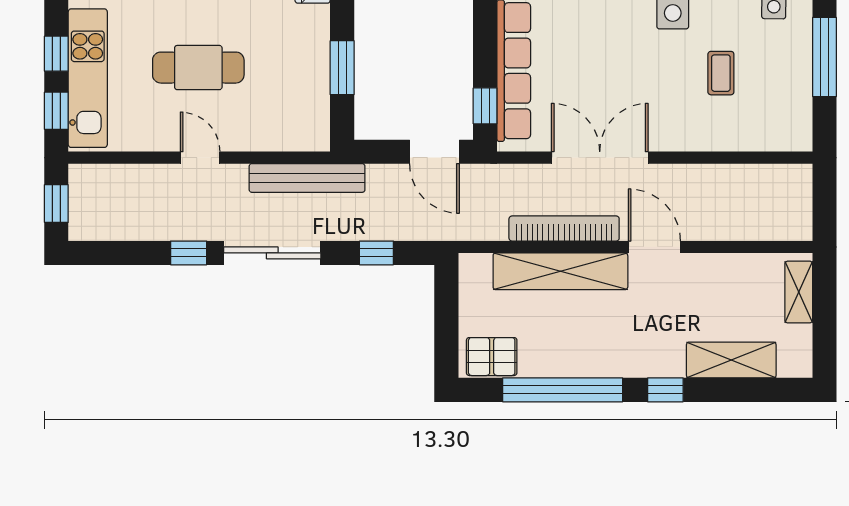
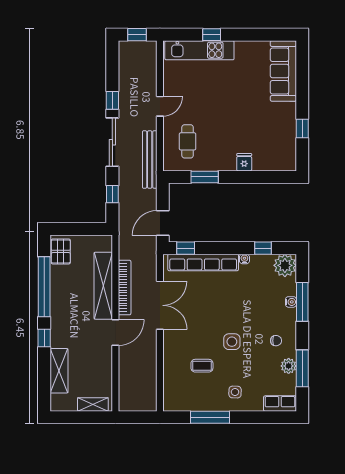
cafe table: (198, 68) -> (188, 141), moved, width x0.73, depth x0.74
window: (56, 111) -> (183, 35), removed

